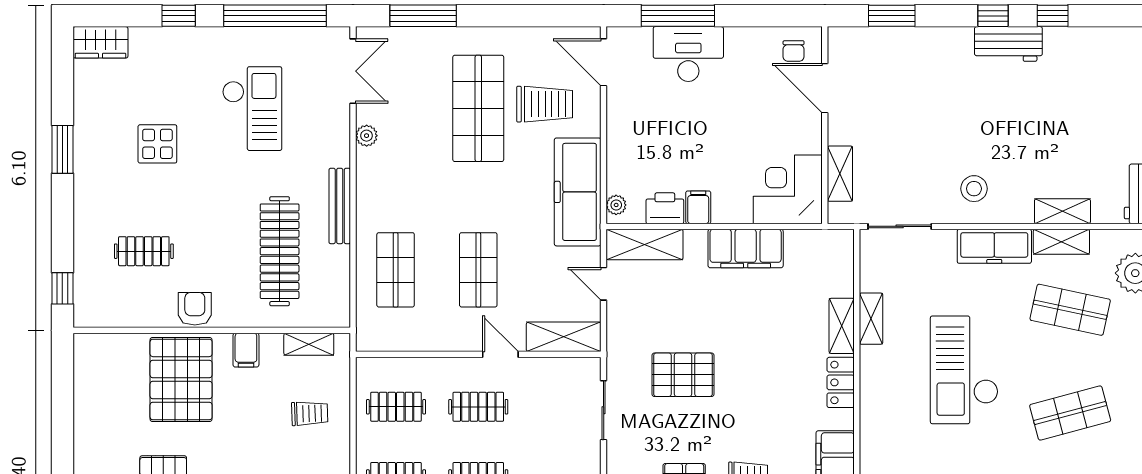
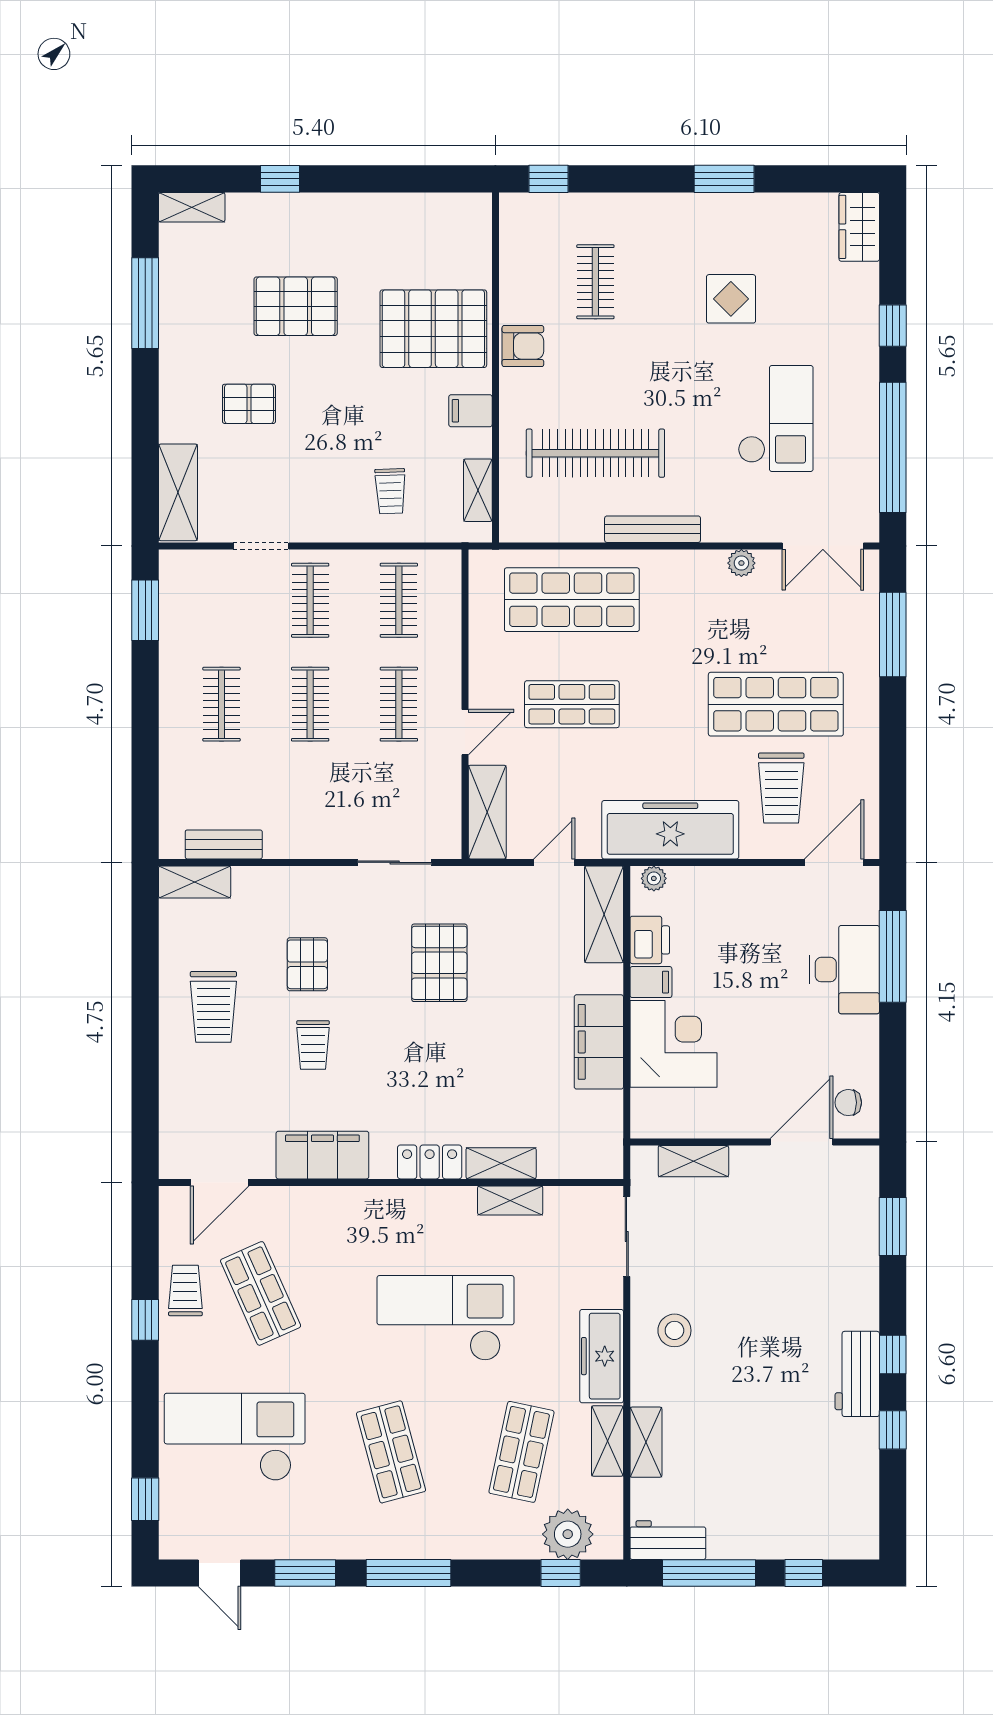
checkout: (252, 109) -> (776, 419), turned -90
corner desk: (788, 189) -> (674, 1044), moved
shop shelf: (396, 270) -> (572, 600), width x1.43, depth x1.36

